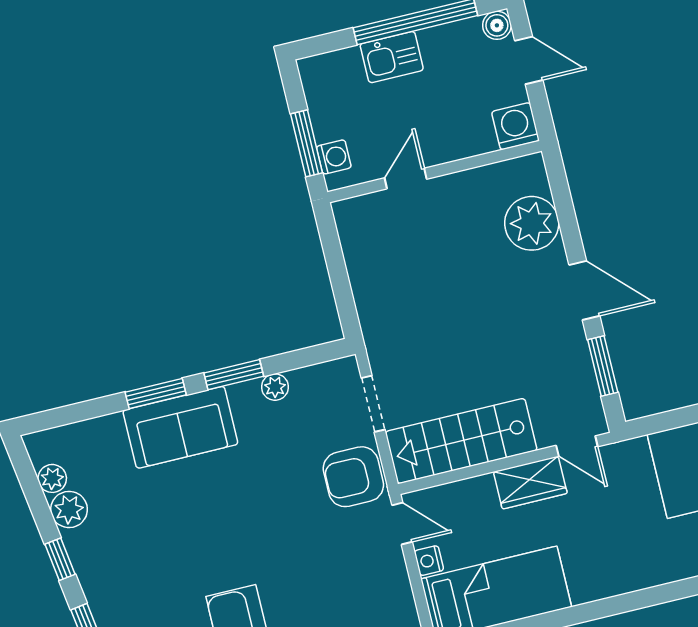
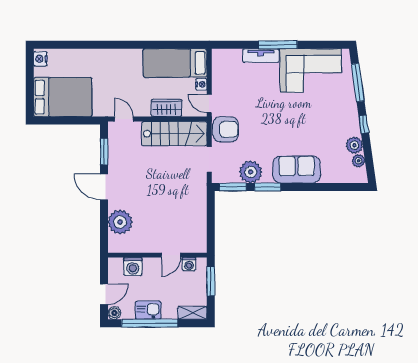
kitchen sink: (392, 57) -> (148, 310), moved
door: (529, 60) -> (104, 294), swing flipped
shelving: (329, 66) -> (192, 313), added
washing machine: (515, 126) -> (133, 267), moved
washing machine: (334, 157) -> (189, 264), moved, turned -90
plant: (275, 387) -> (251, 172), width x1.87, depth x1.87
window: (156, 393) -> (233, 187), moved
wardrobe: (530, 483) -> (167, 108), moved

